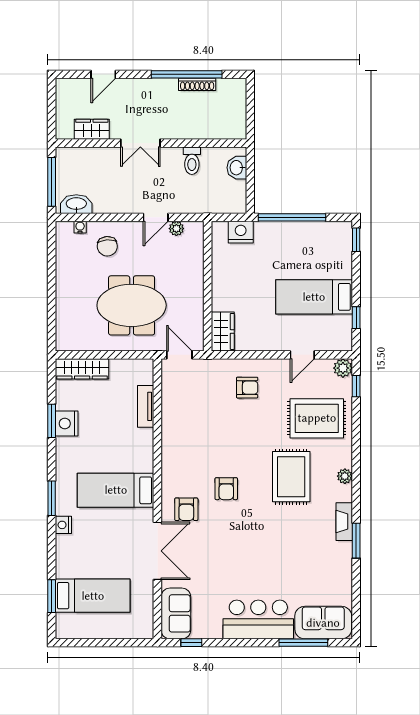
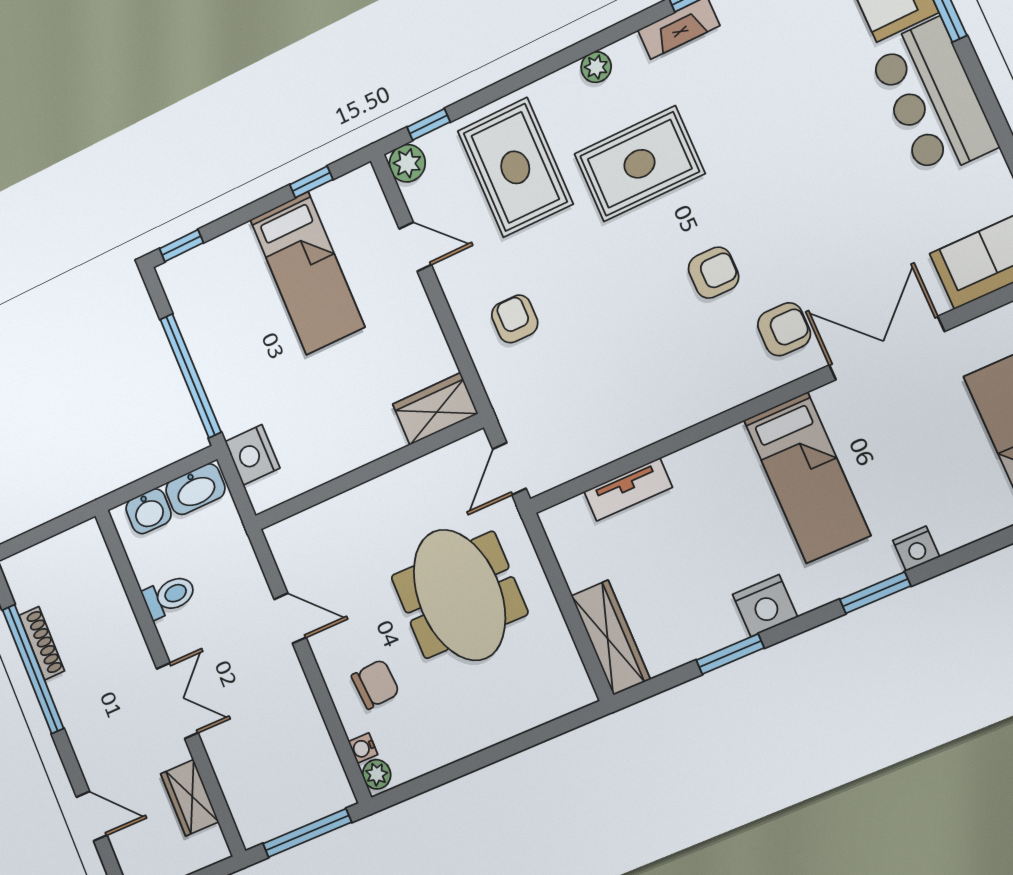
washbasin: (76, 204) -> (195, 489), moved, turned -90
plant: (176, 229) -> (377, 774), moved
nightstand: (67, 424) -> (765, 606), moved

